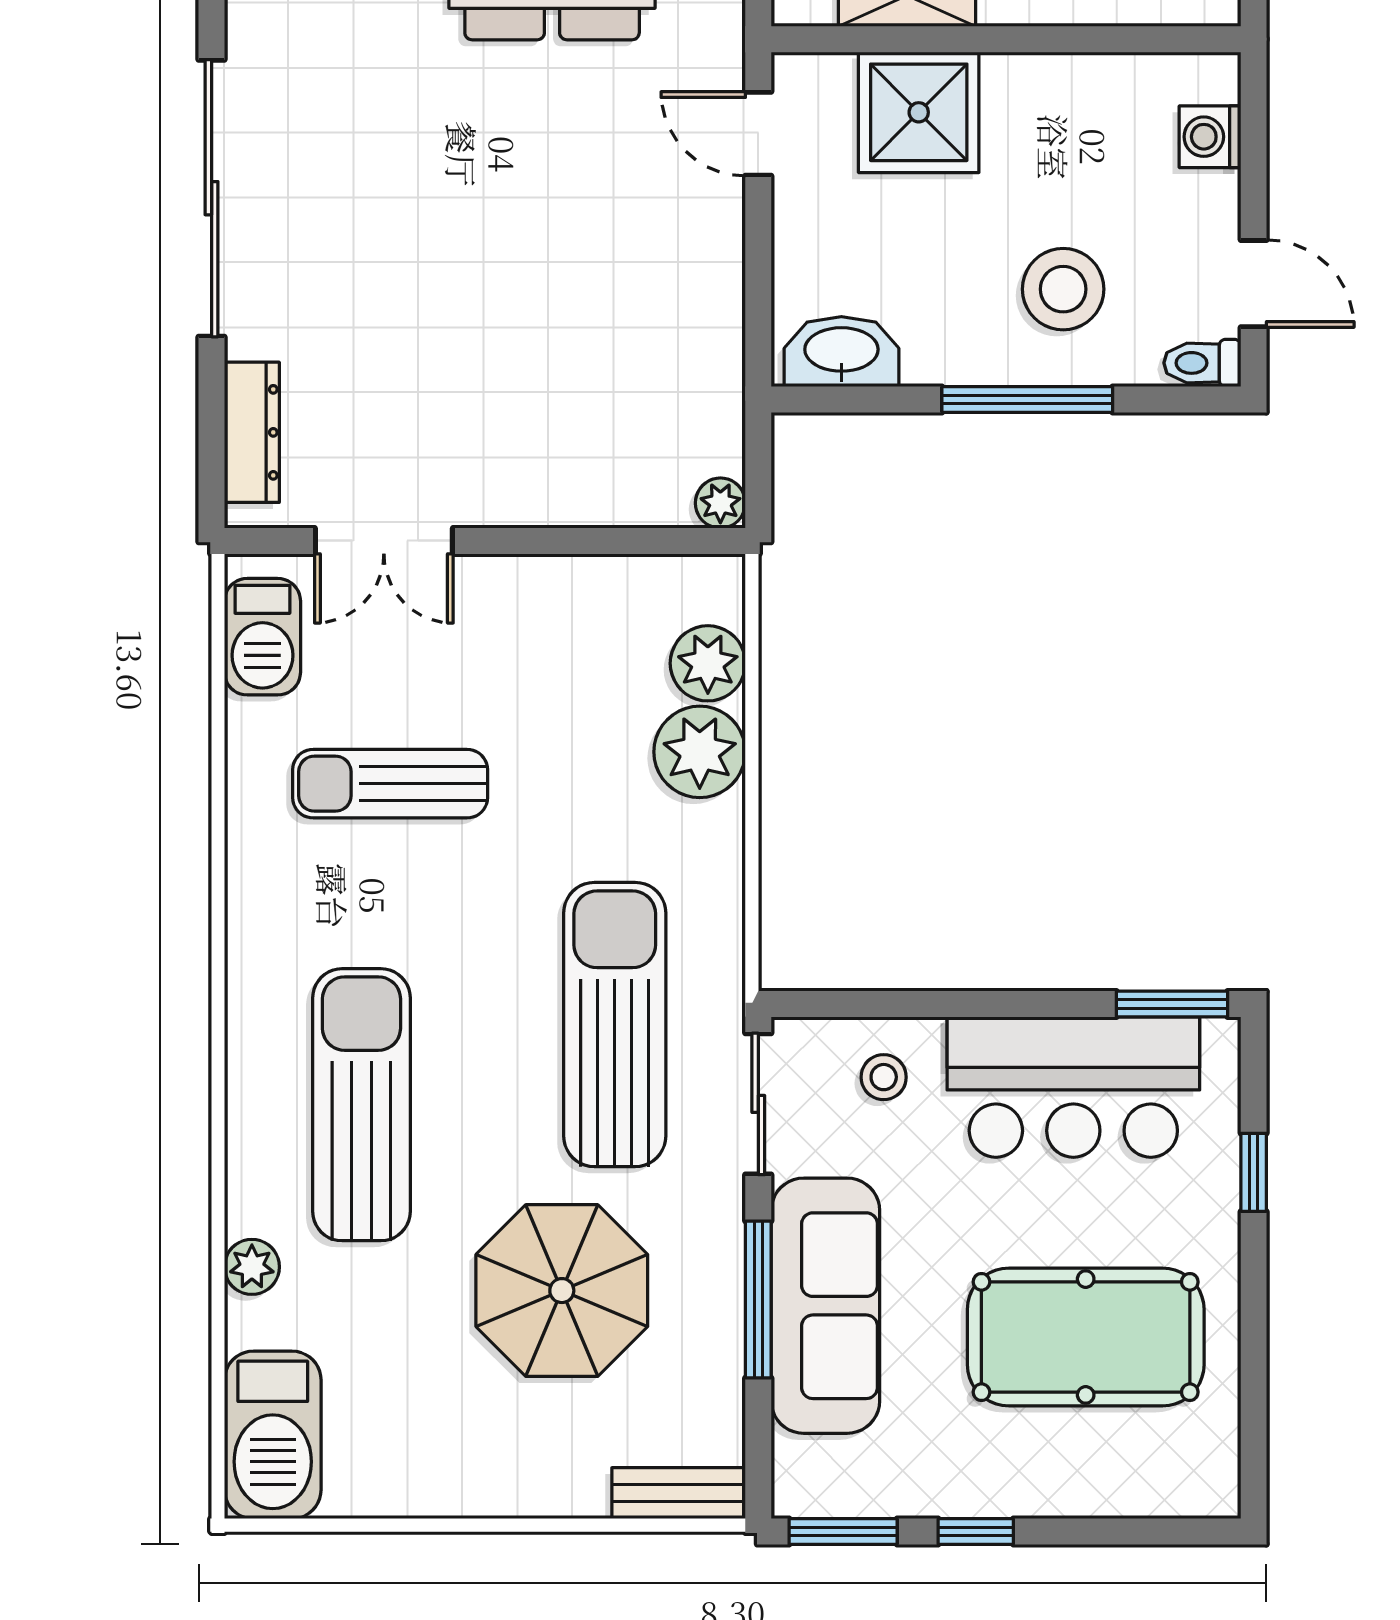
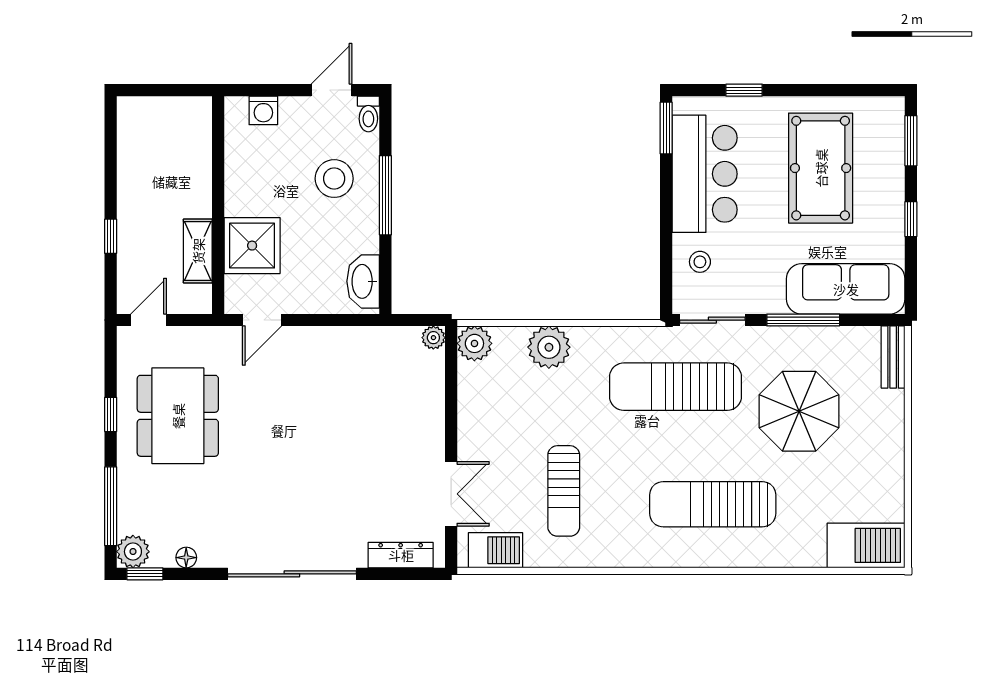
plant: (708, 663) -> (474, 343), moved
plant: (252, 1267) -> (788, 555), removed
sofa: (825, 1306) -> (846, 289), moved
window: (843, 1532) -> (911, 141), moved

